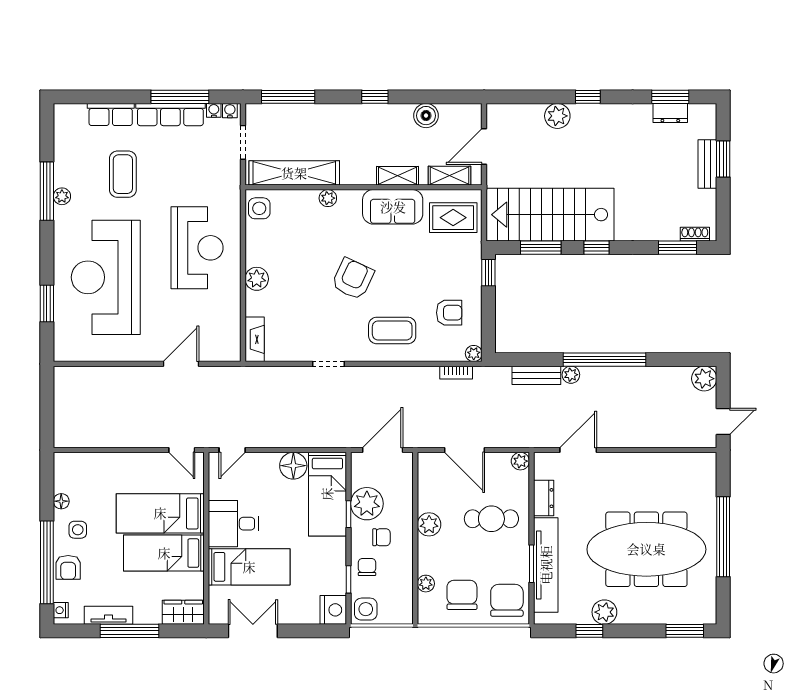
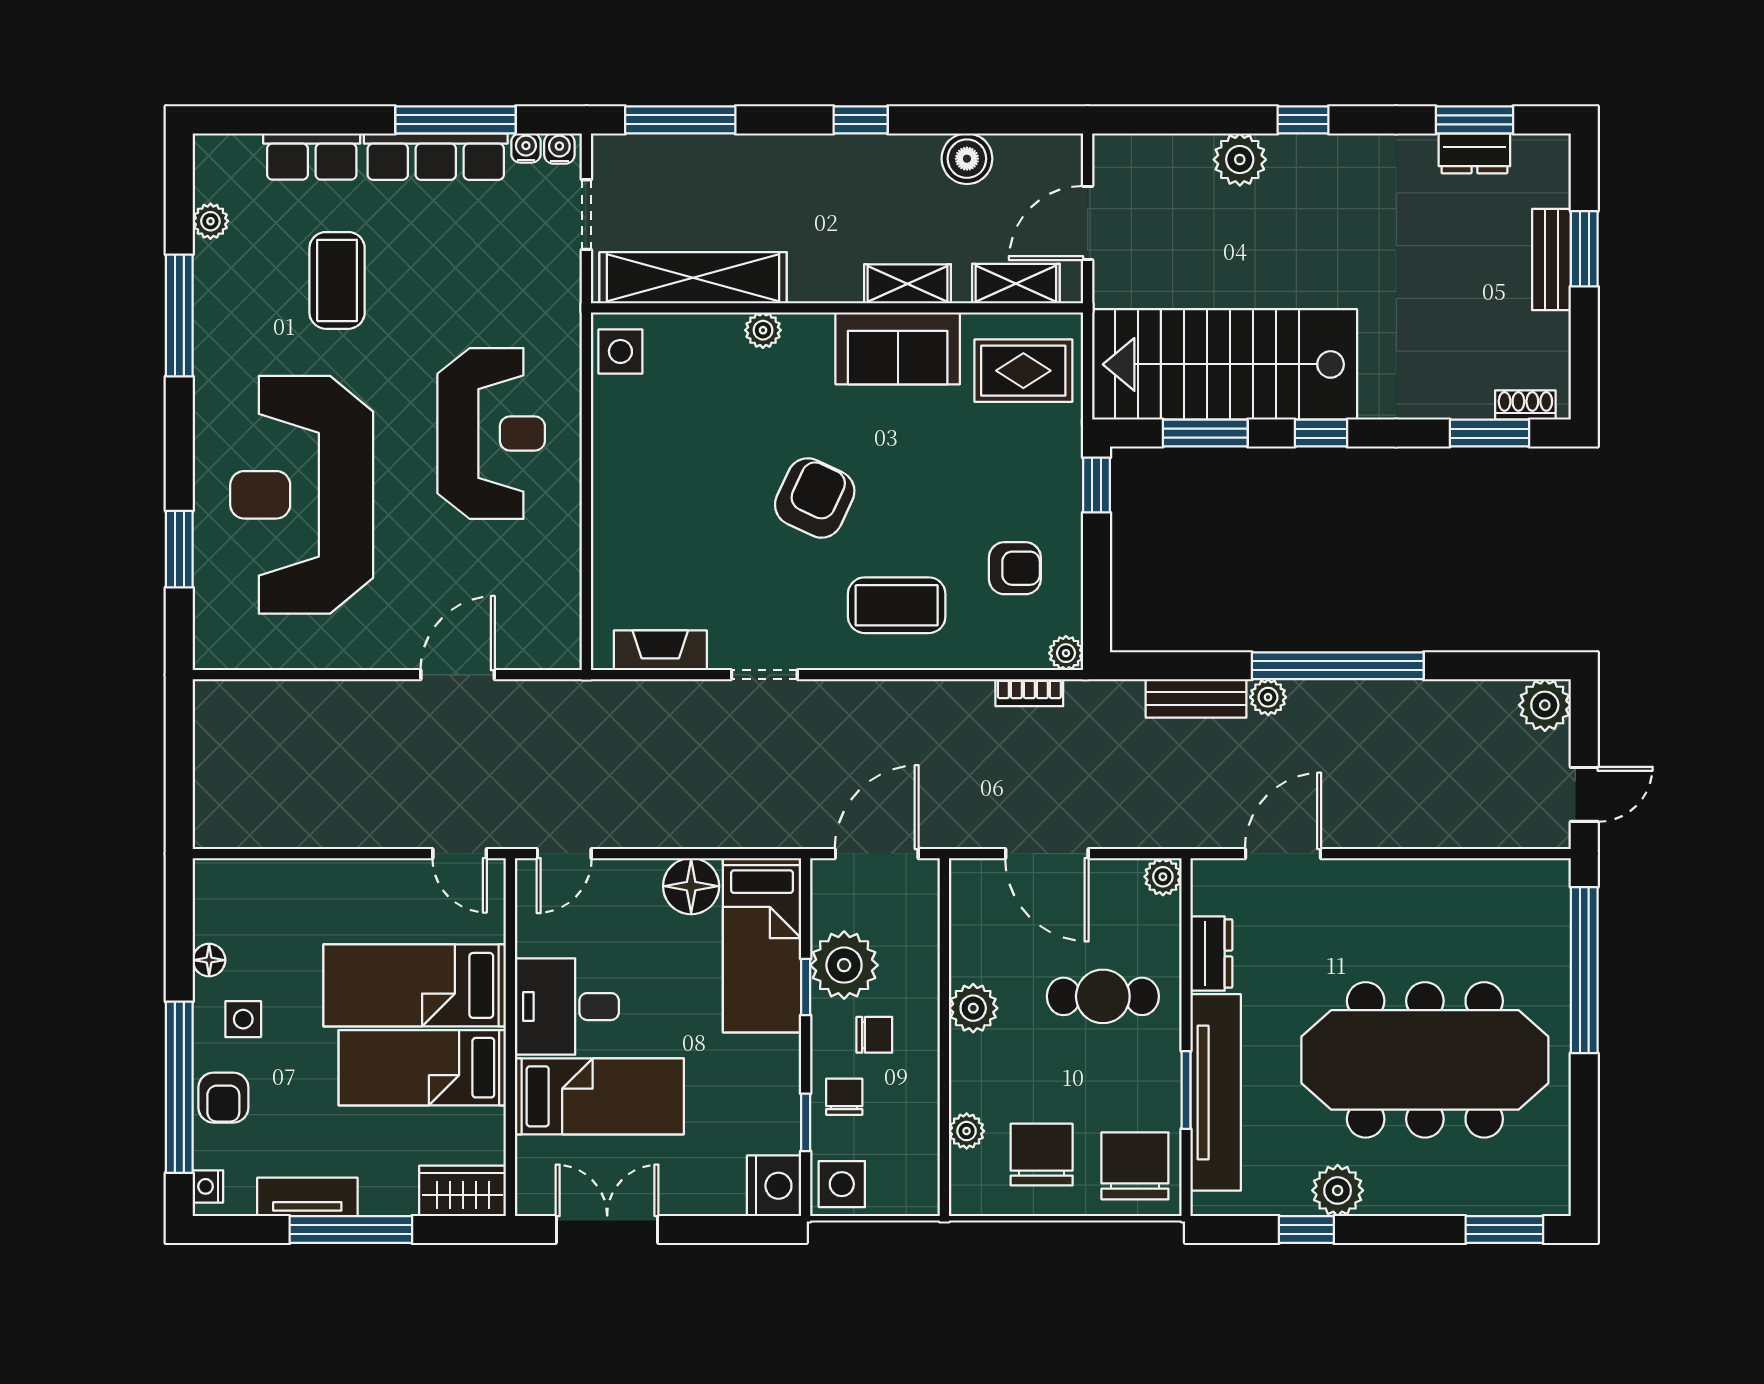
plant: (62, 196) -> (210, 221), moved
plant: (257, 279) -> (615, 498), removed
fireplace: (255, 339) -> (660, 650), moved, turned -90
window: (723, 537) -> (1584, 970), moved

